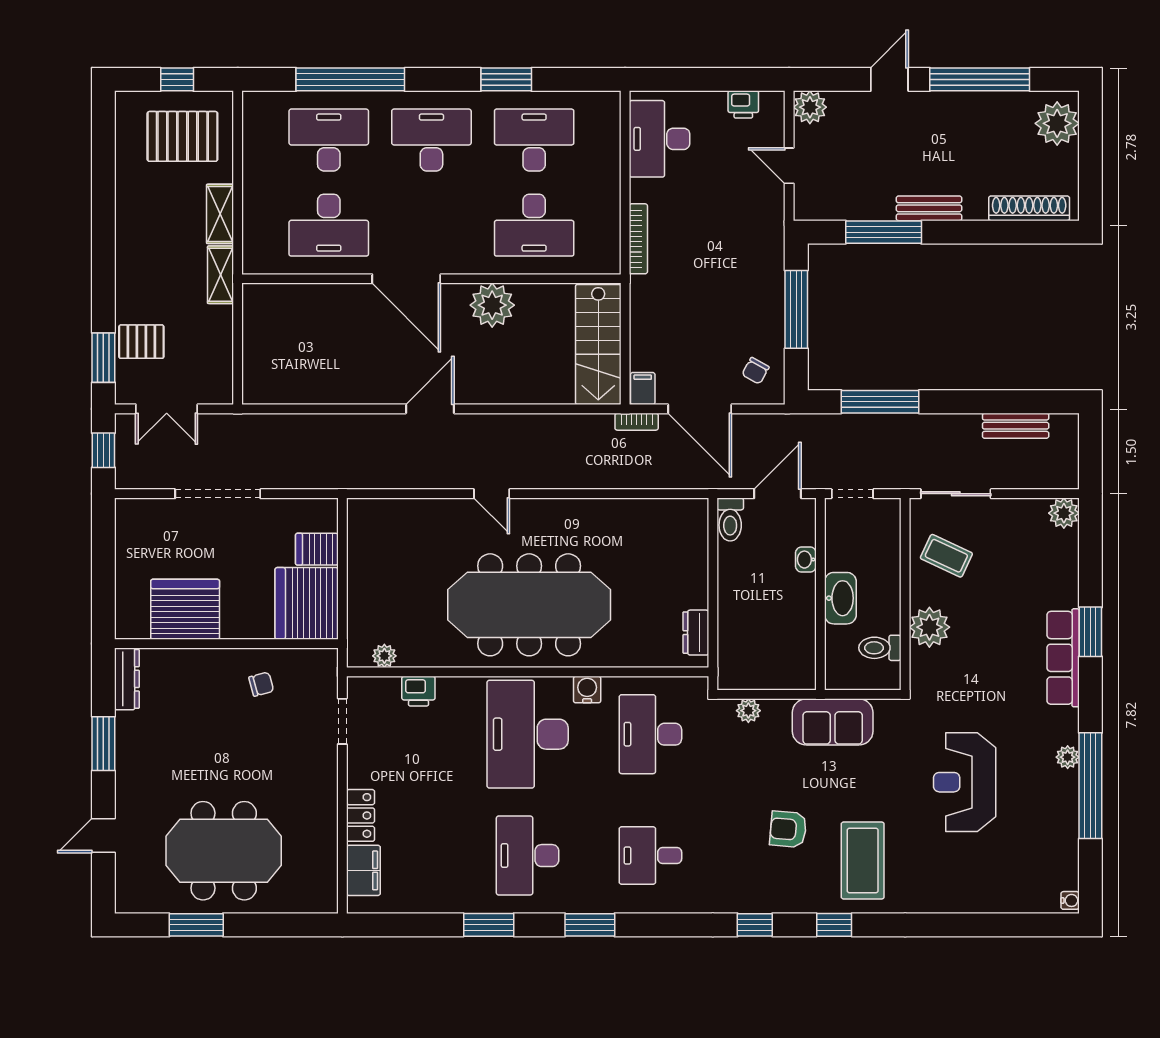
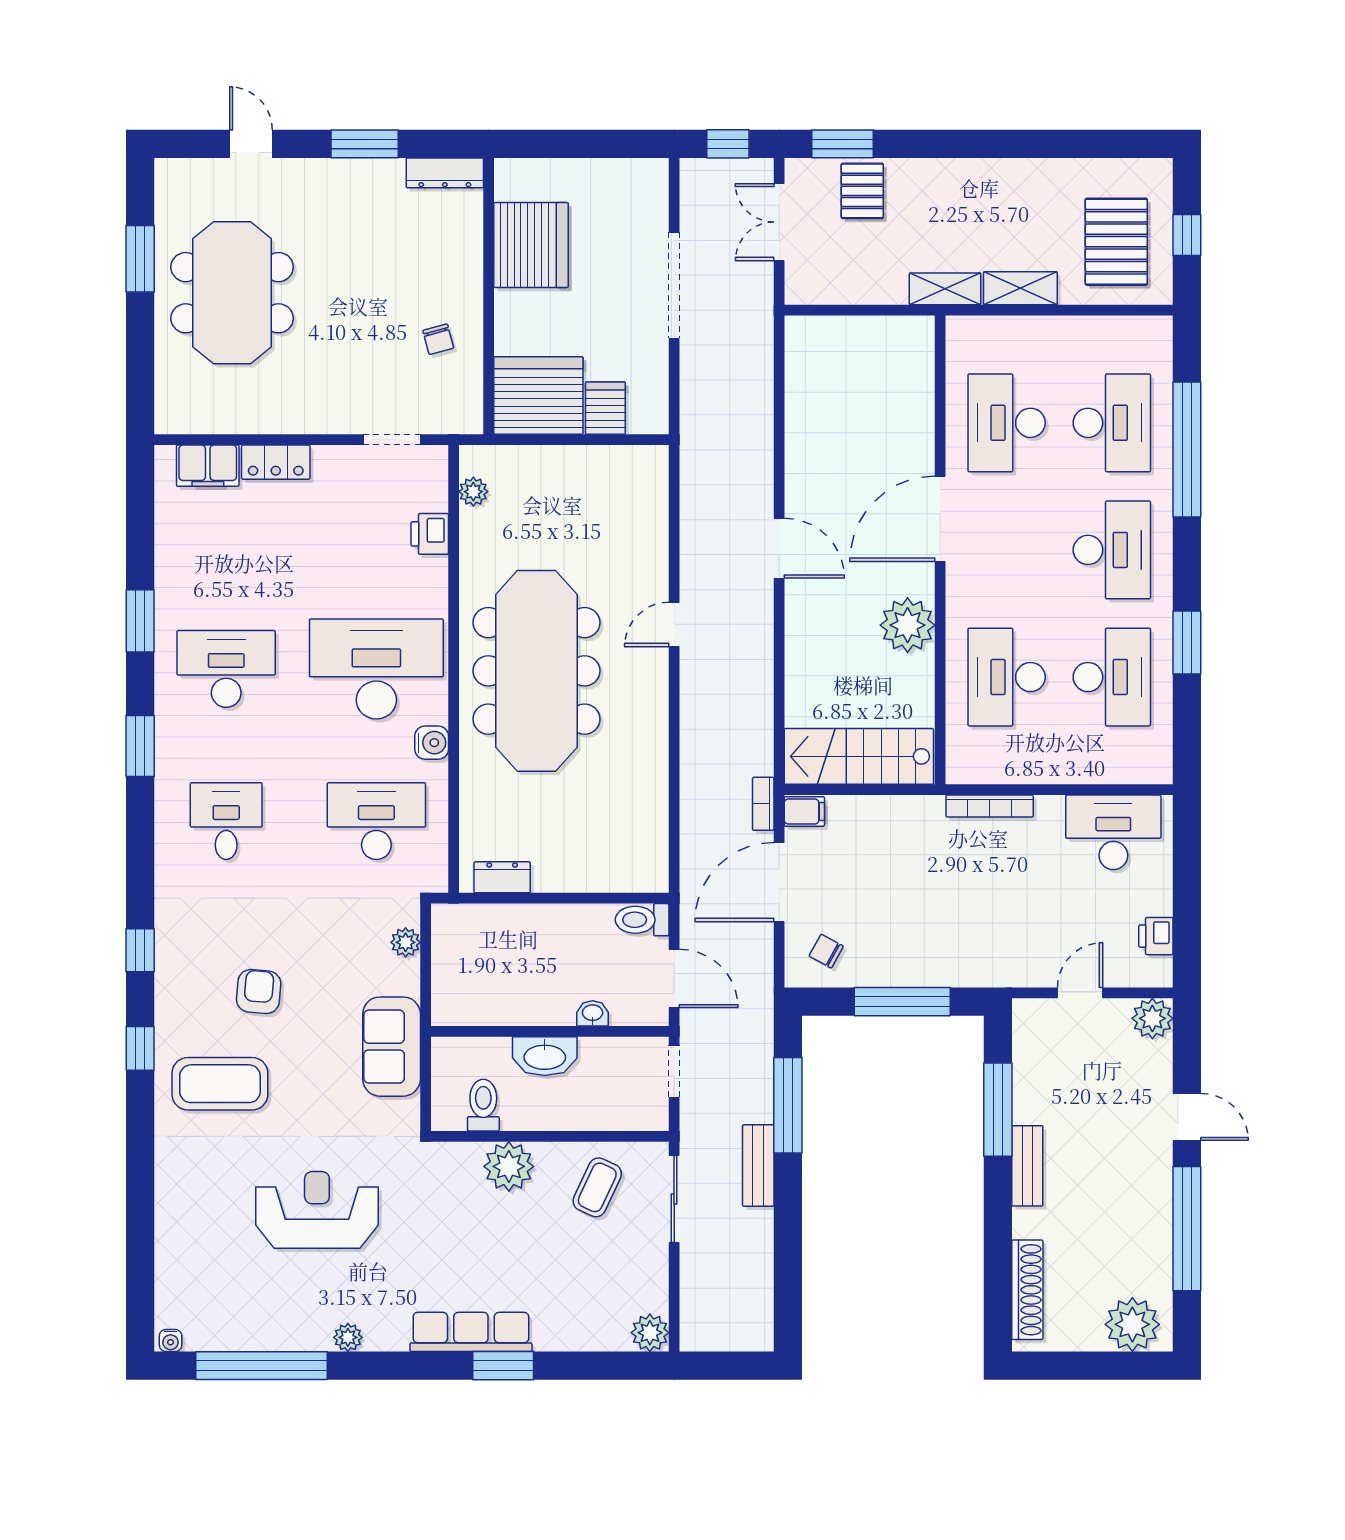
bench: (1016, 426) -> (758, 1165), moved
window: (1090, 786) -> (262, 1366), moved

